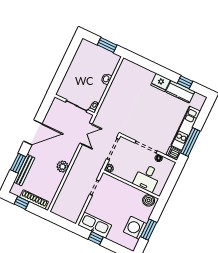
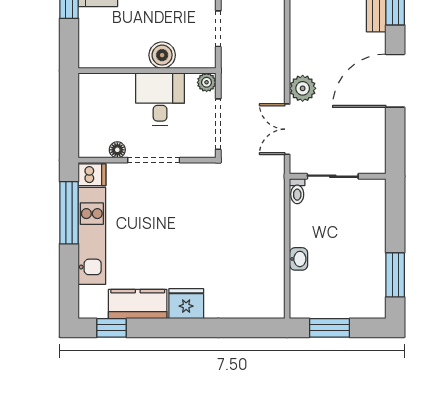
window: (70, 54) -> (395, 275), added
window: (185, 82) -> (112, 328), moved
plant: (63, 167) -> (303, 88), moved
desk: (147, 178) -> (160, 99), moved
boiler: (149, 200) -> (162, 55), moved

